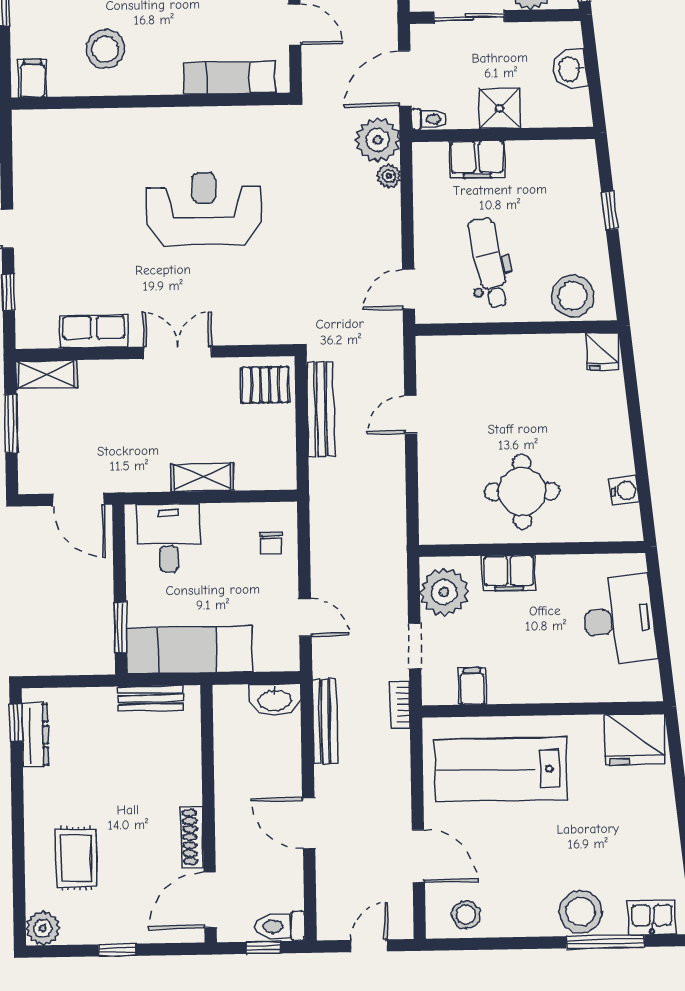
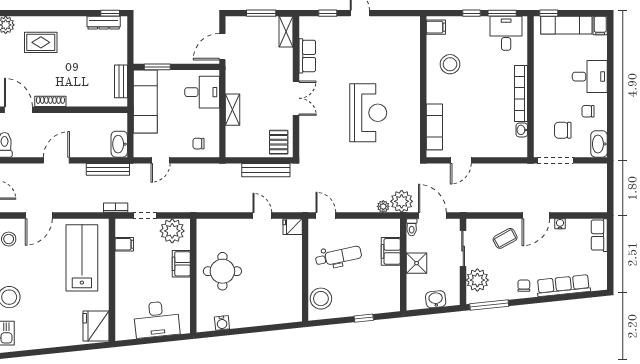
fridge: (602, 351) -> (293, 227), moved

